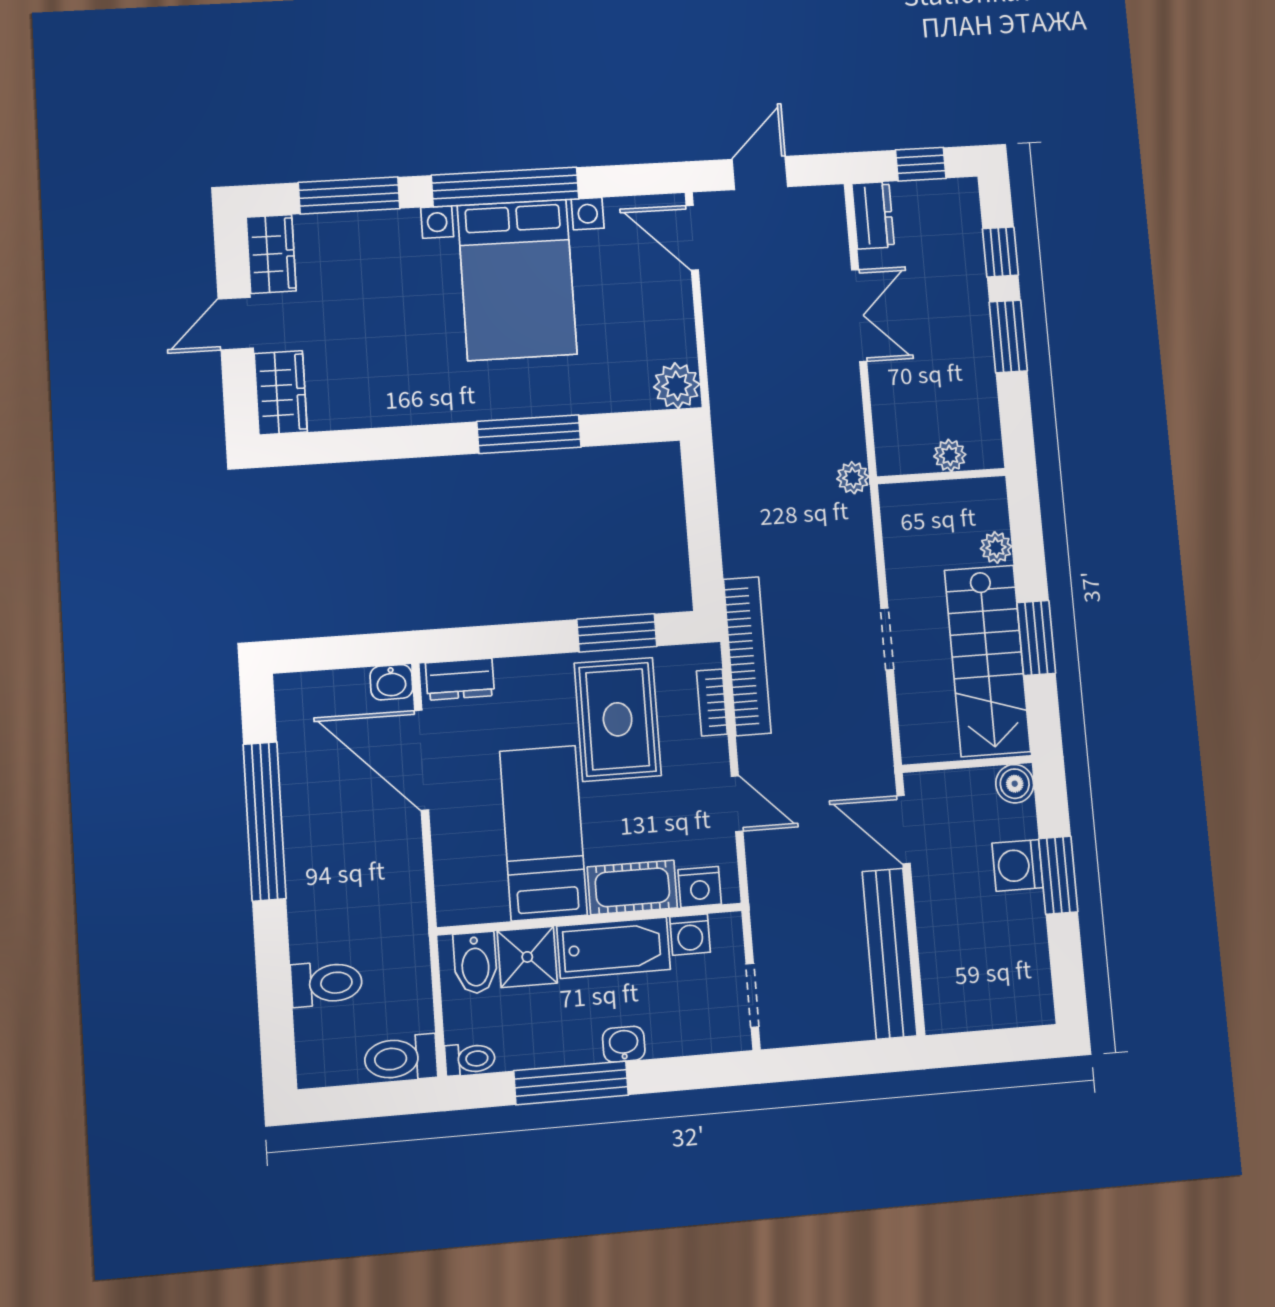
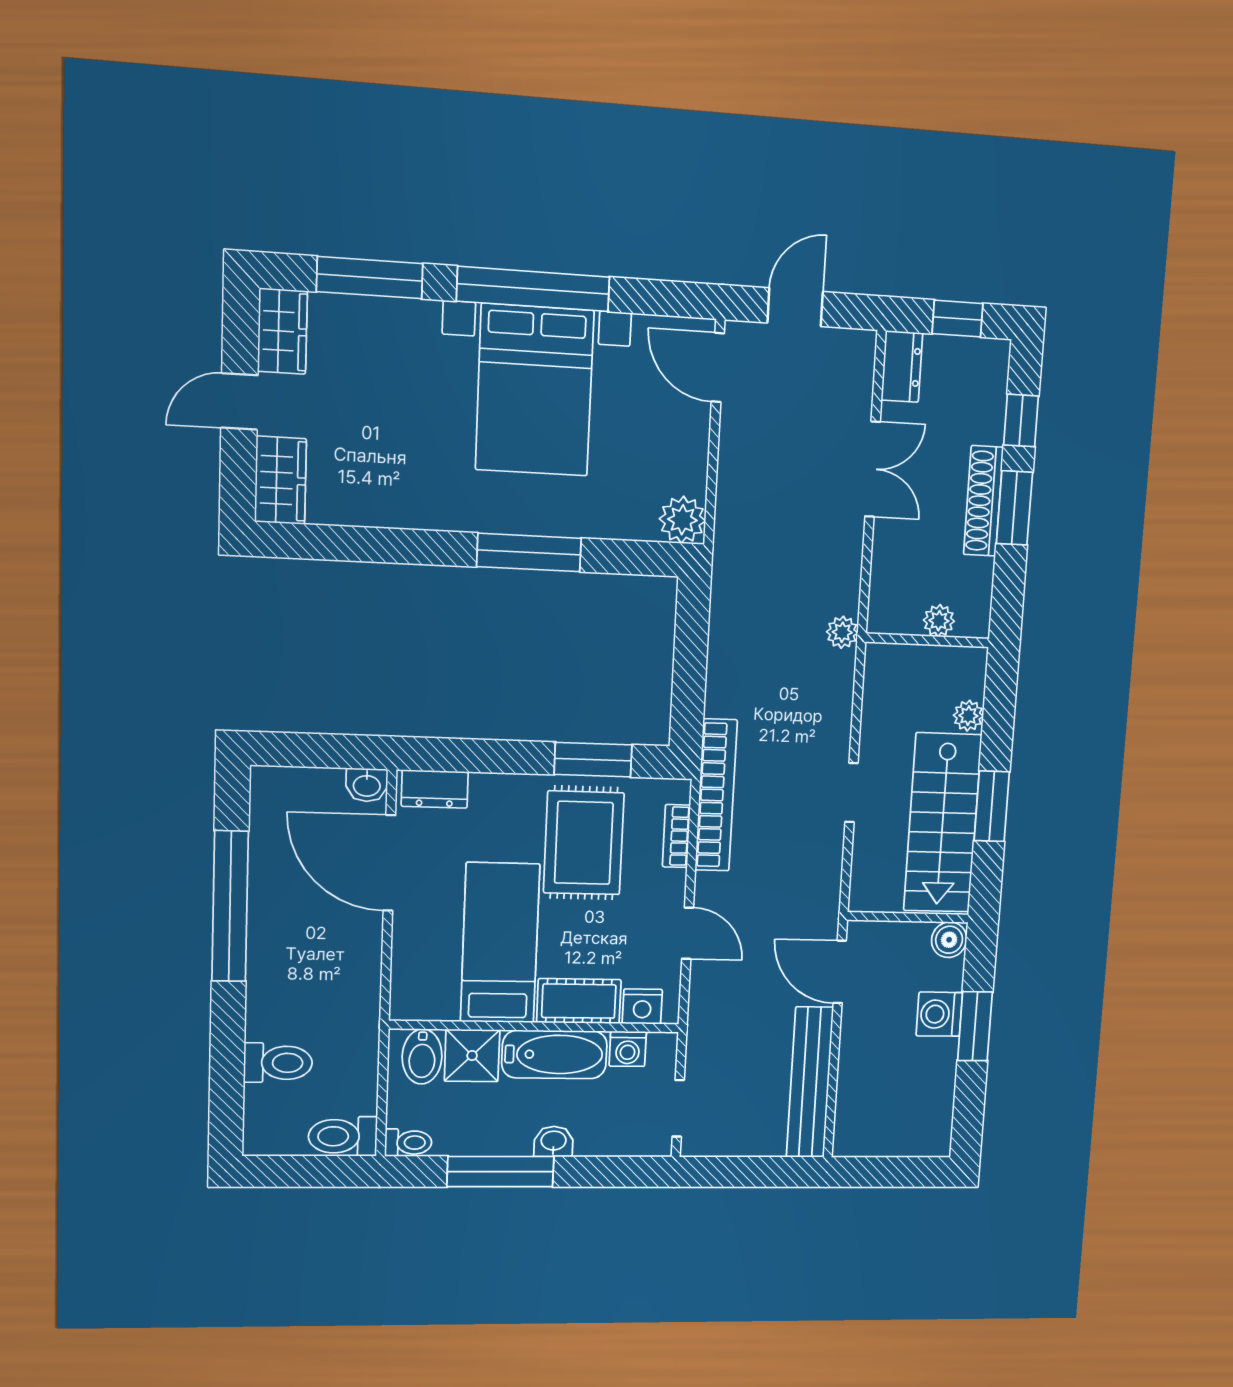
shoe rack: (976, 333) -> (983, 501), added

